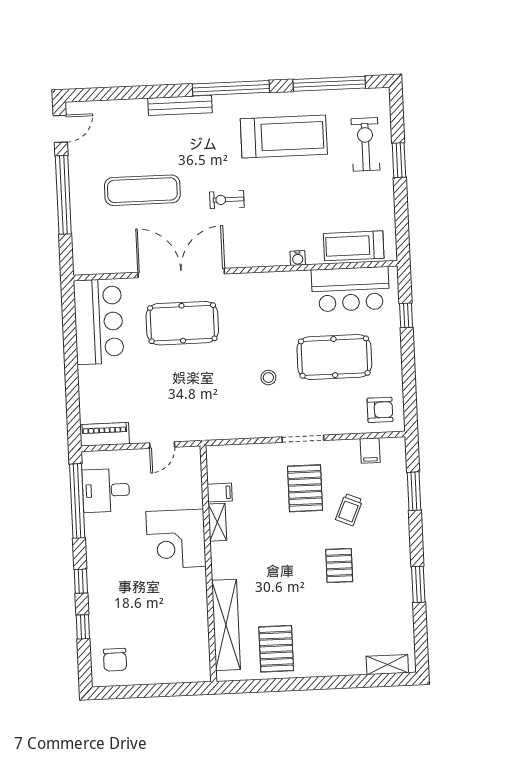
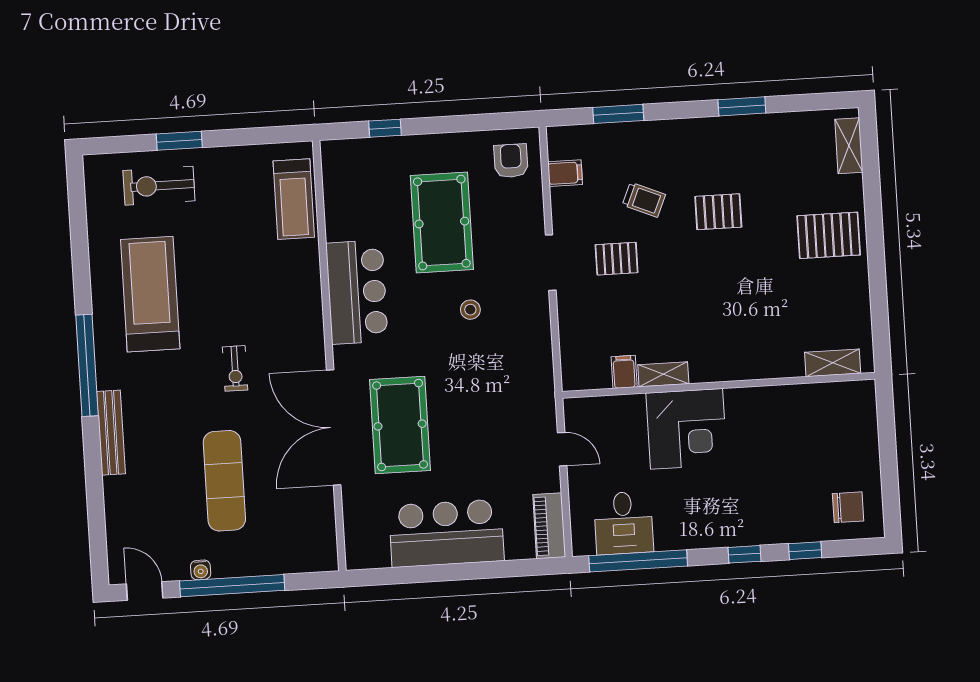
window: (329, 84) -> (79, 235), removed
water cooler: (298, 258) -> (201, 570), moved, turned 90
bar counter: (350, 289) -> (357, 292), moved
bar counter: (99, 322) -> (446, 533), moved
pallet: (305, 488) -> (617, 259), width x0.67, depth x0.71
shelving: (226, 625) -> (833, 363), width x0.45, depth x0.75
pallet: (276, 649) -> (829, 235), moved

